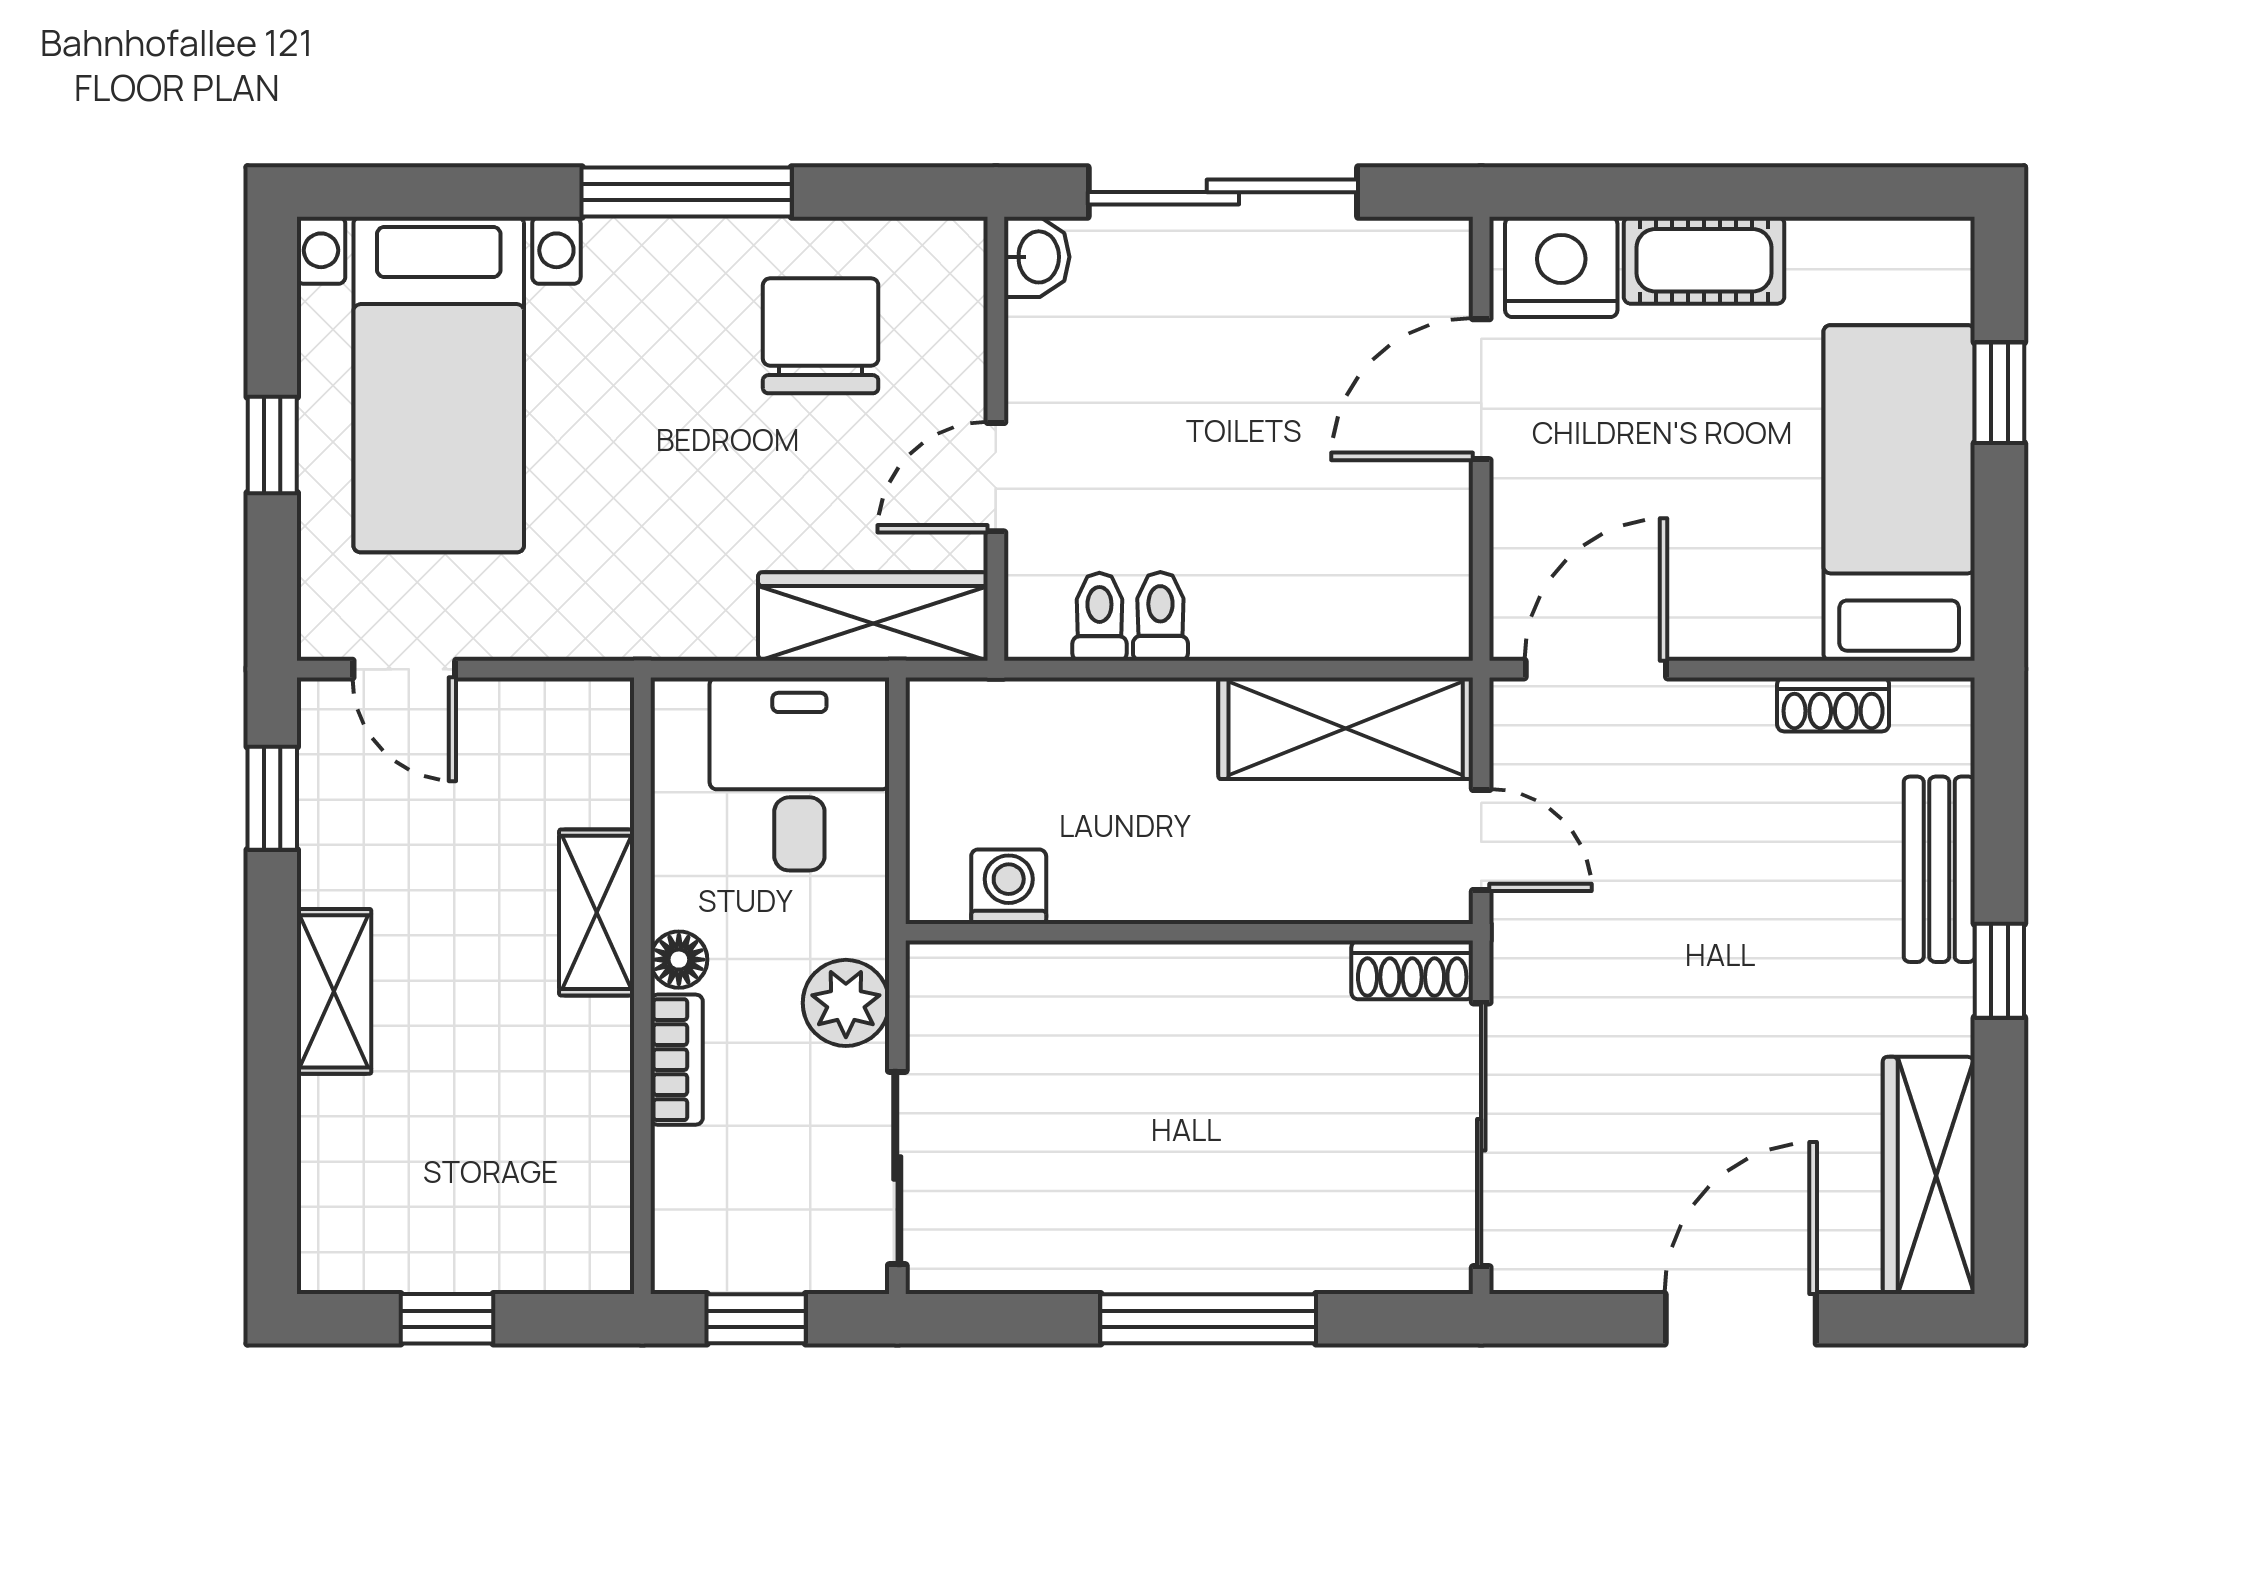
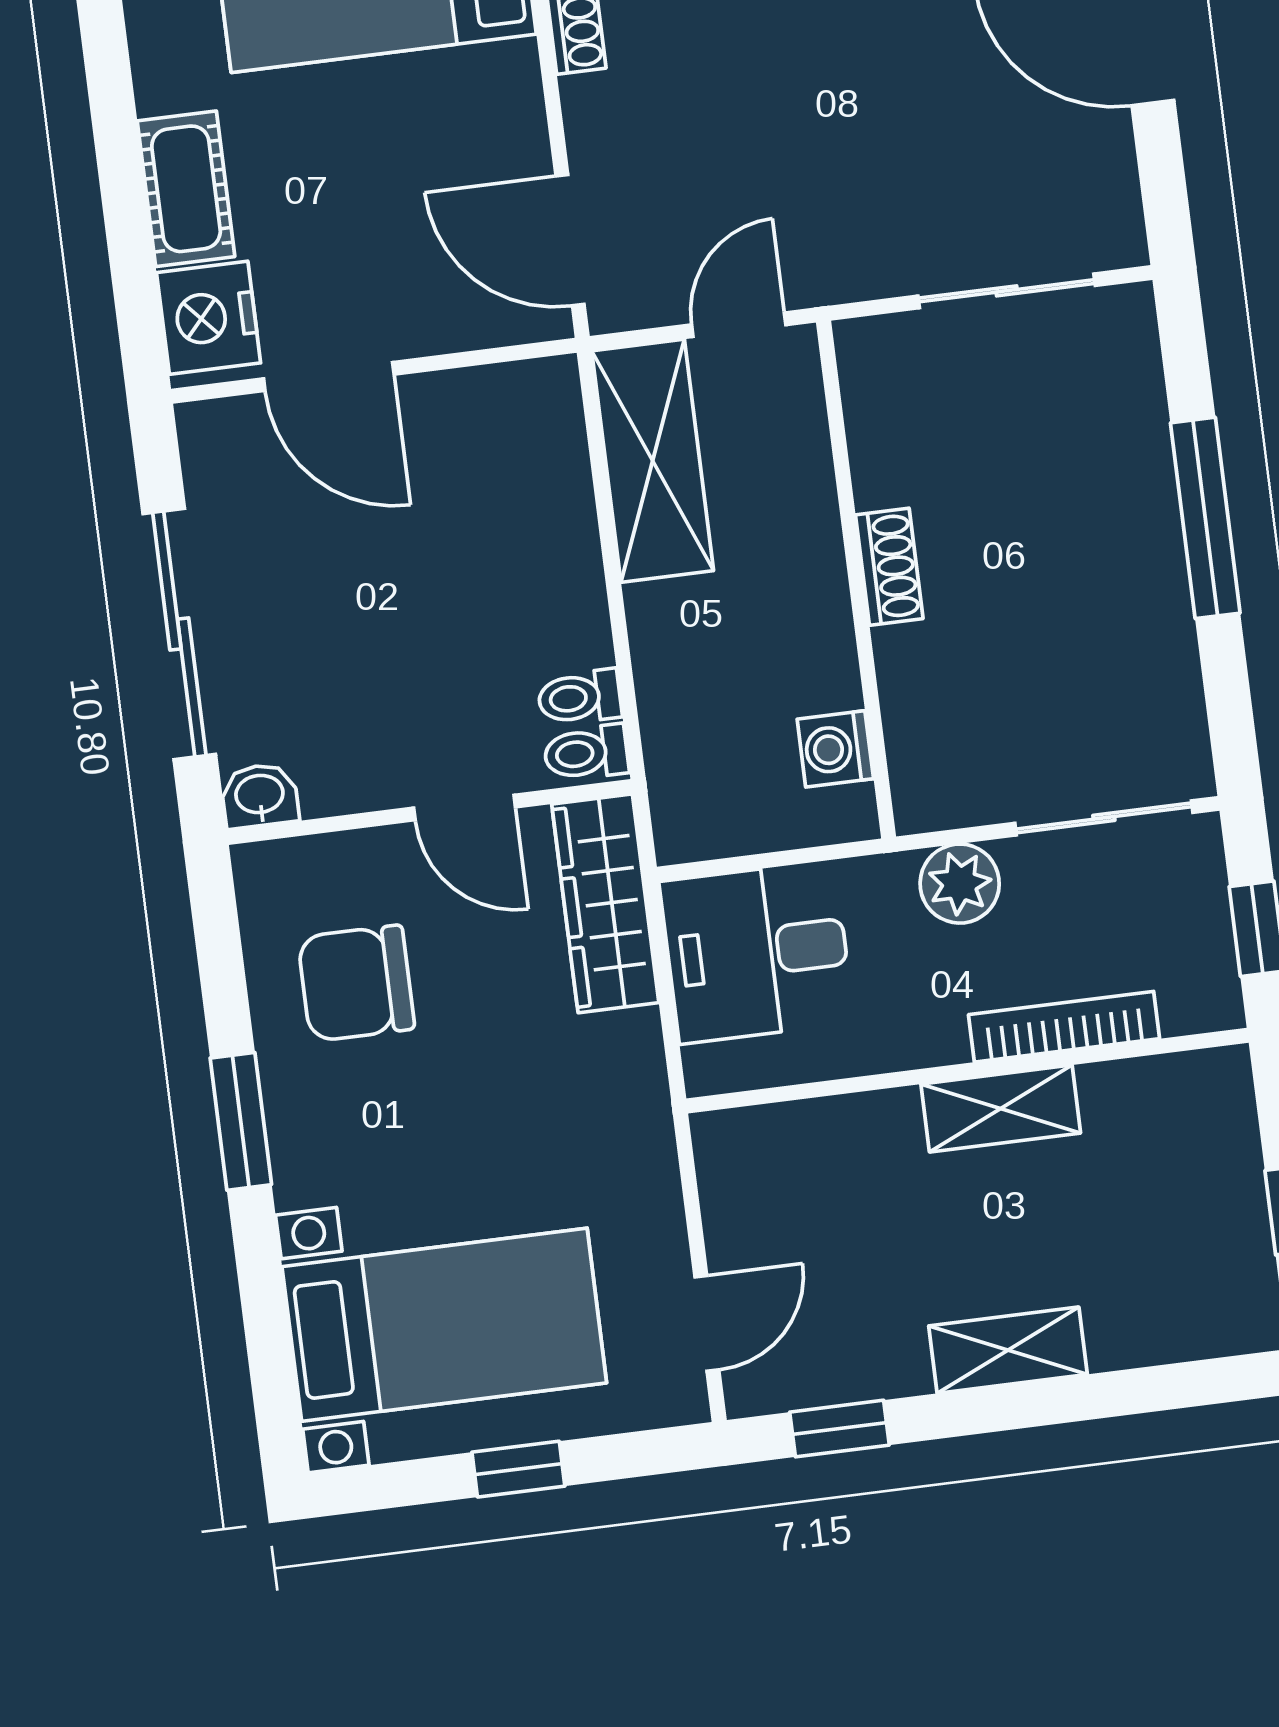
window: (687, 192) -> (241, 1121), width x0.69
toilet: (1160, 616) -> (586, 753), moved
shelving: (597, 912) -> (1001, 1109), moved
floor lamp: (679, 960) -> (939, 1040), removed
shoe rack: (1412, 970) -> (889, 567), moved
bookcase: (677, 1060) -> (1064, 1027), width x1.56
sliding door: (1481, 1135) -> (1007, 291), width x0.73

